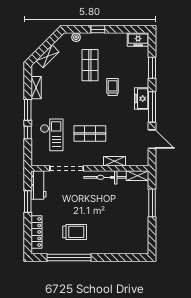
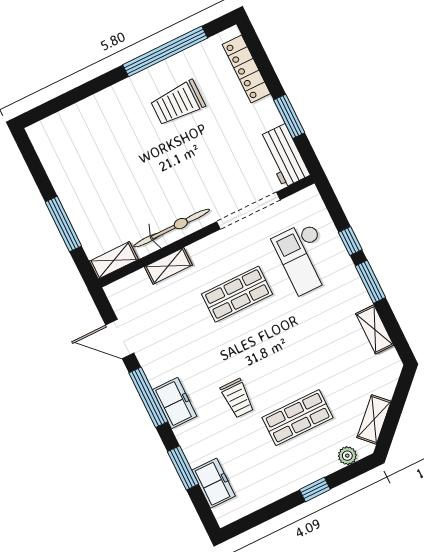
freezer: (138, 40) -> (213, 483), moved, turned 90
shelving: (48, 56) -> (374, 419), moved
shop shelf: (90, 65) -> (298, 418), turned 90

